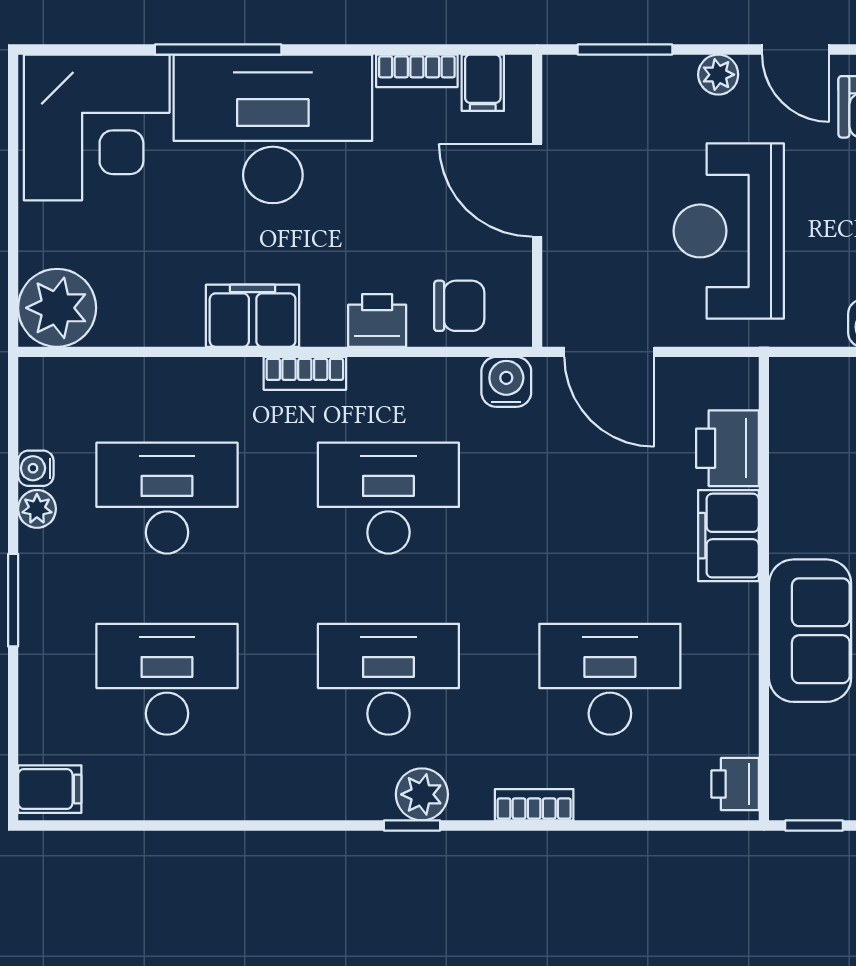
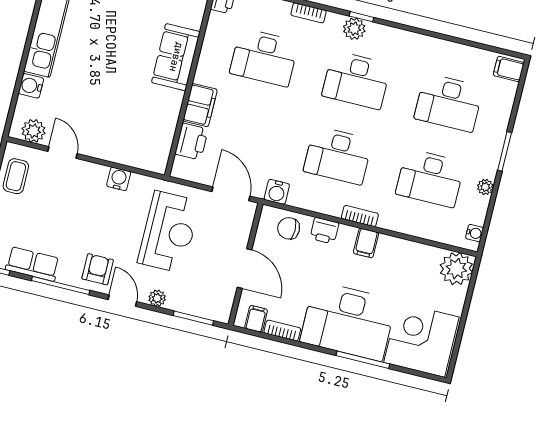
filing cabinet: (253, 316) -> (366, 243), width x0.50
water cooler: (36, 468) -> (474, 233), moved

